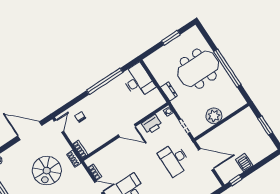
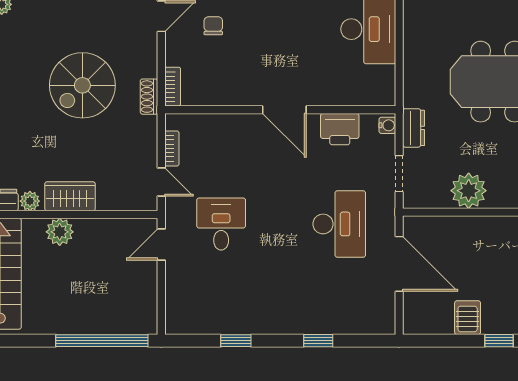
dresser: (169, 92) -> (414, 128), moved
desk: (175, 159) -> (339, 224), turned 180
window: (236, 180) -> (499, 341), moved

